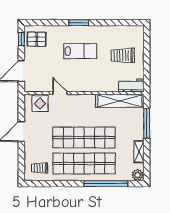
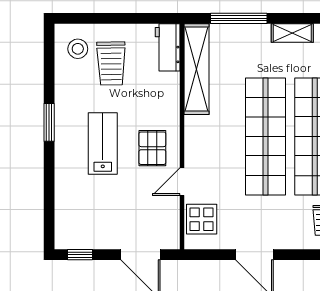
window: (79, 23) -> (49, 122), moved
stool: (131, 38) -> (78, 49), added
pallet: (37, 39) -> (152, 148), moved

